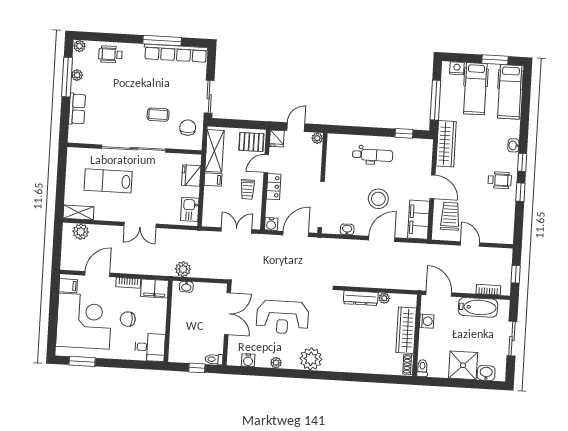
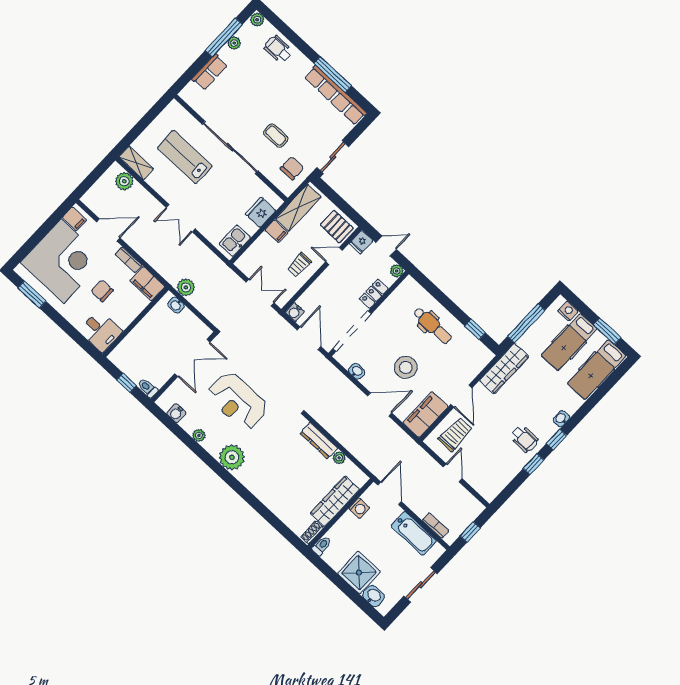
locker: (274, 187) -> (374, 294), moved, turned 180
door: (296, 234) -> (309, 338), hinge flipped

